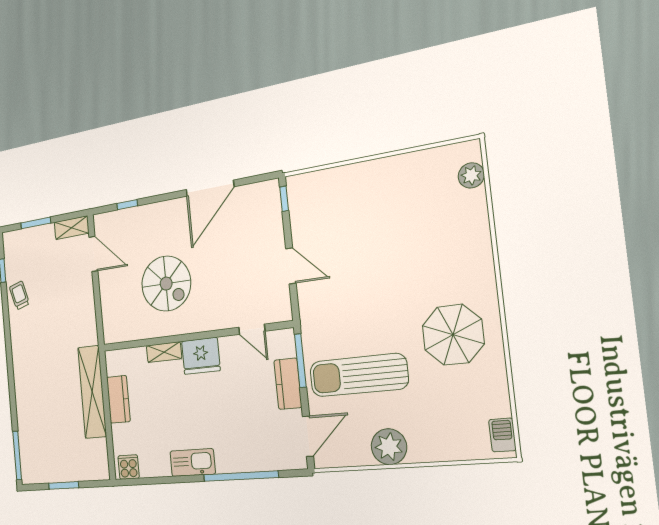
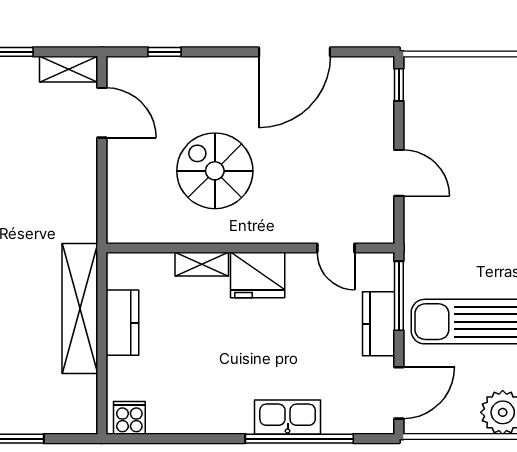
spiral stairs: (166, 284) -> (215, 171), turned 180
kitchen sink: (193, 463) -> (288, 417), moved

